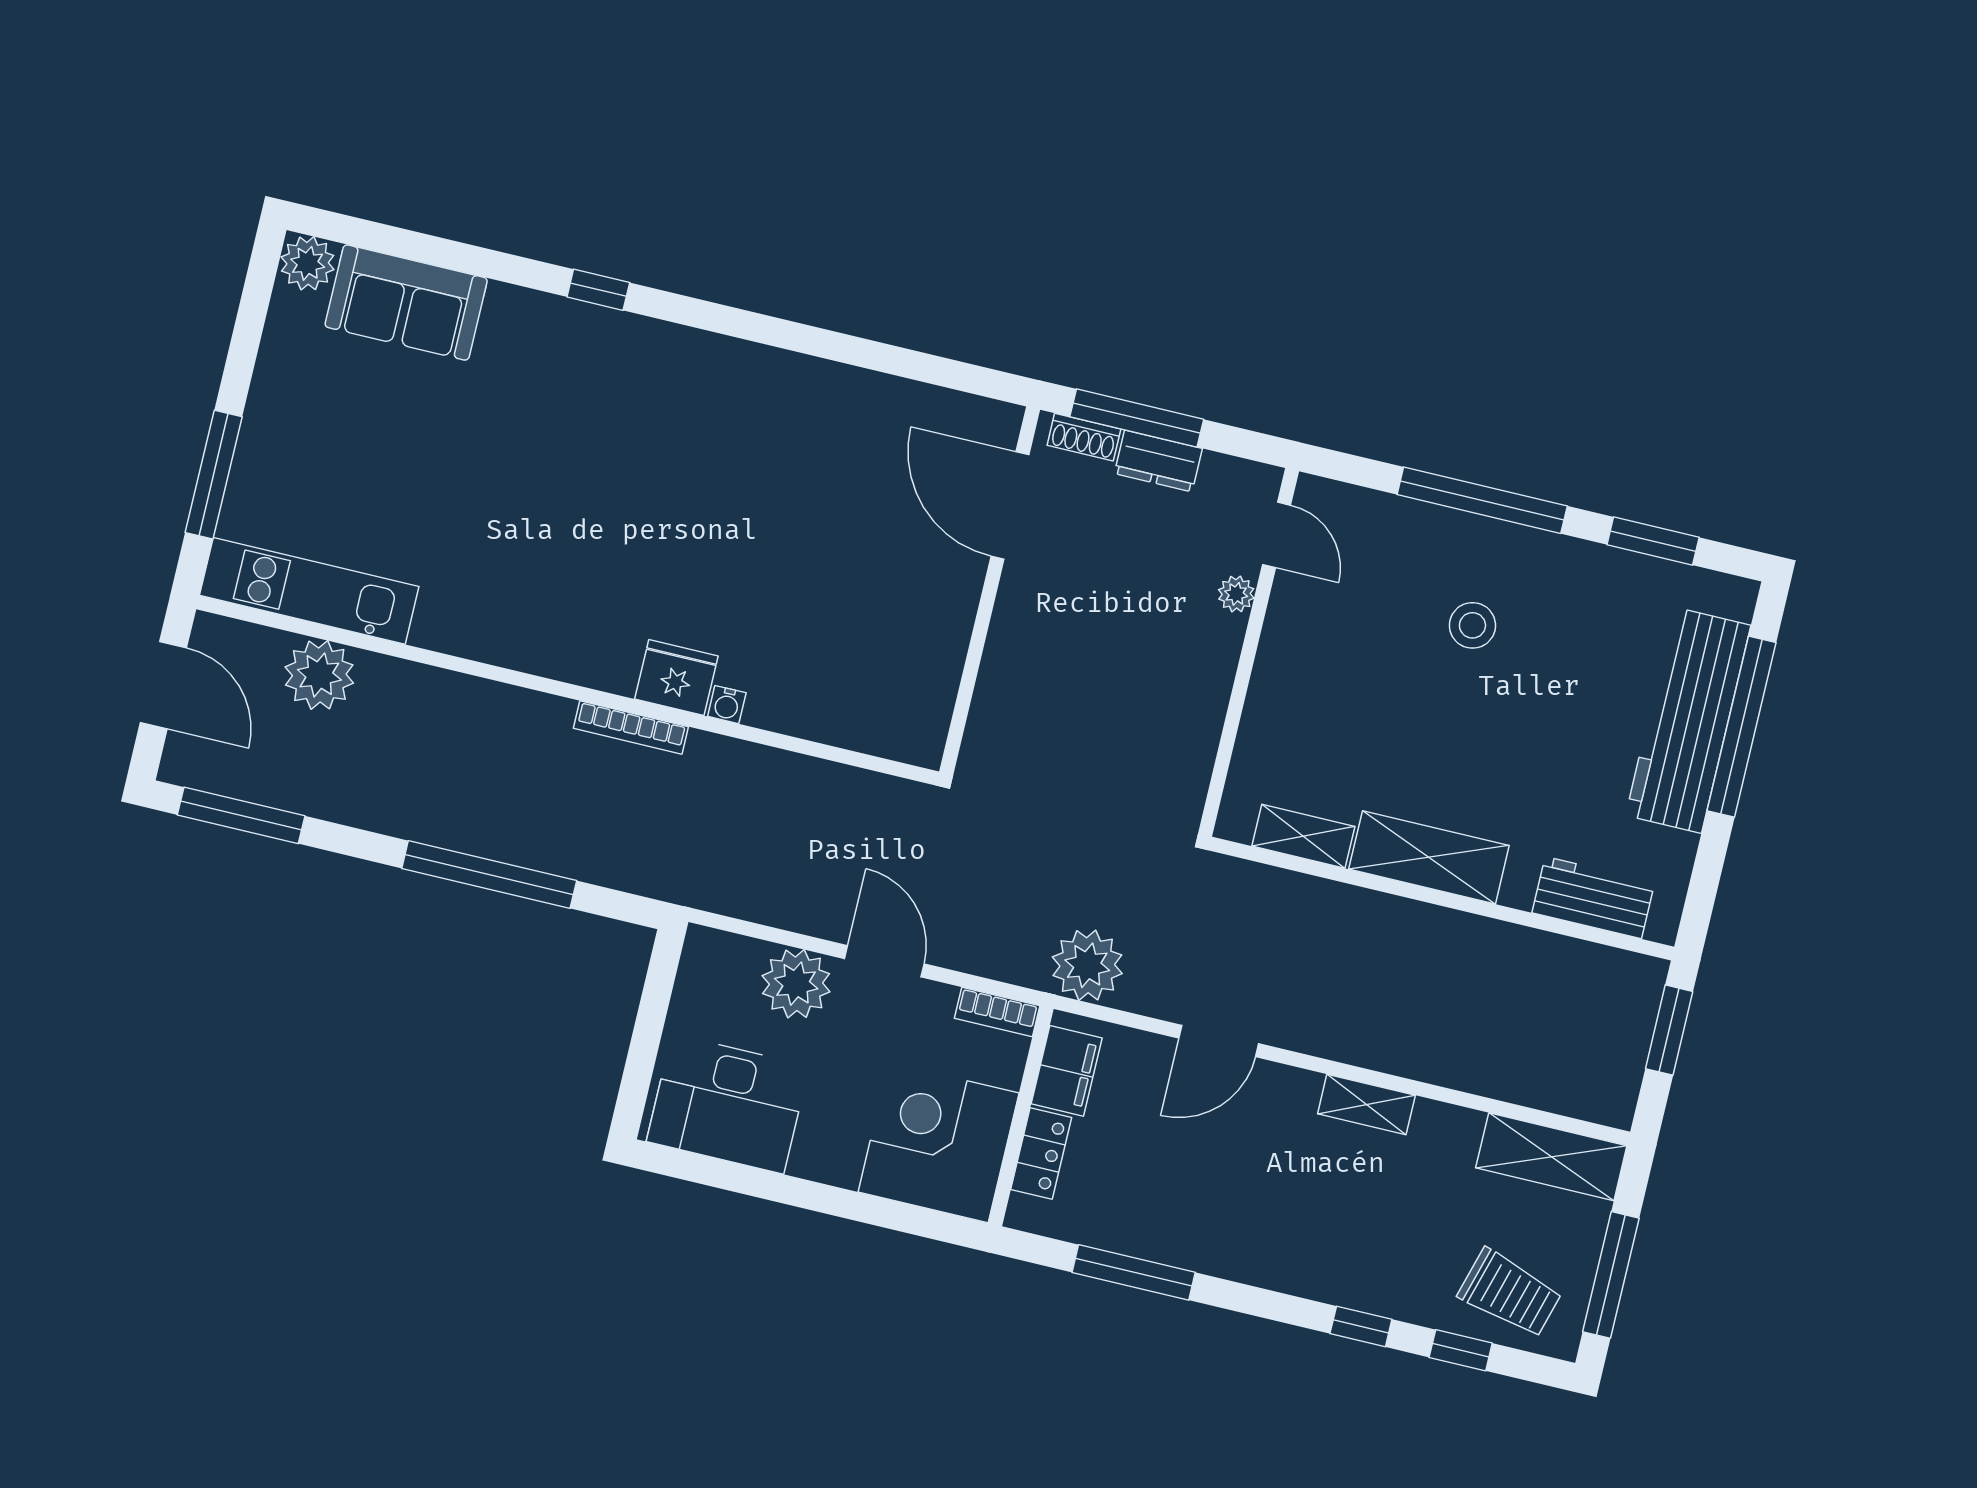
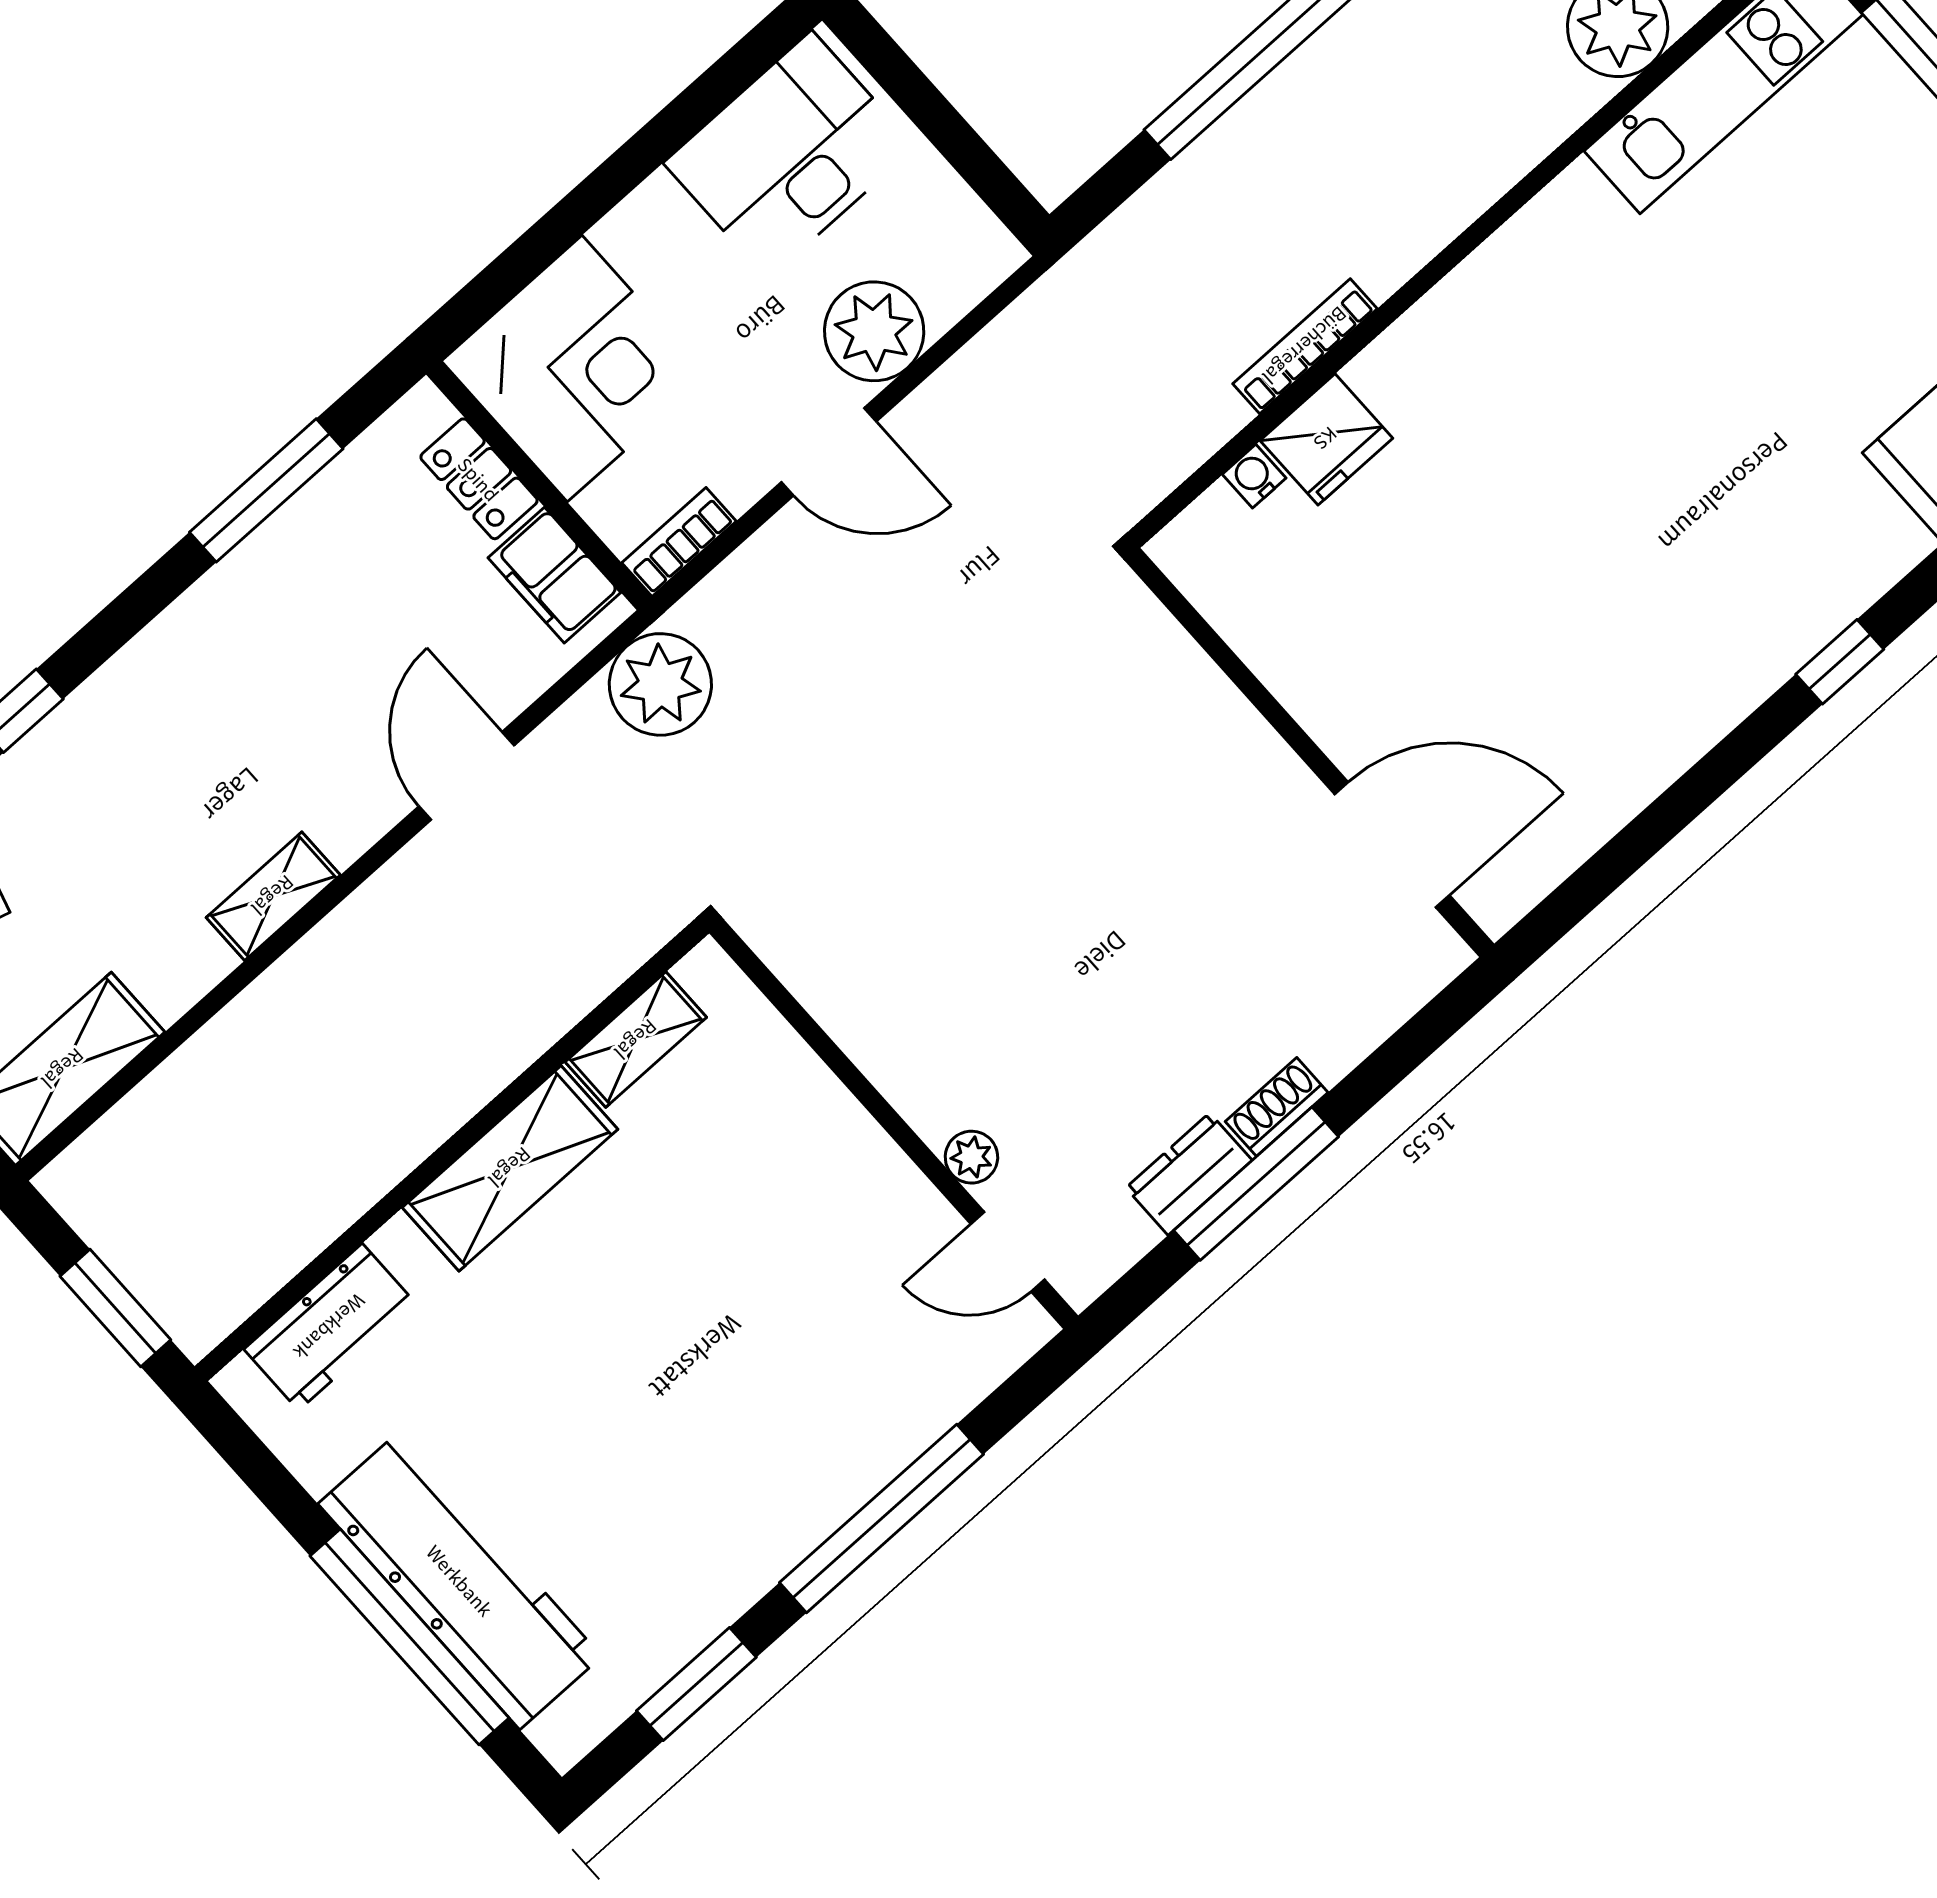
door: (1010, 506) -> (1392, 845), moved
wall: (990, 591) -> (1310, 752), moved
stool: (1472, 625) -> (744, 1406), removed

